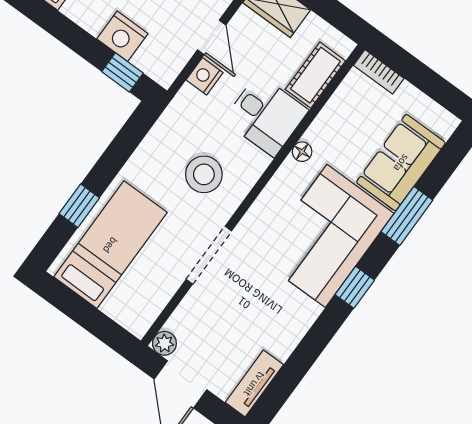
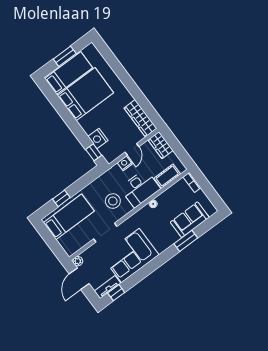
desk: (266, 115) -> (140, 188), width x1.37
corner sofa: (326, 236) -> (130, 255), moved
window: (355, 287) -> (116, 293), moved

